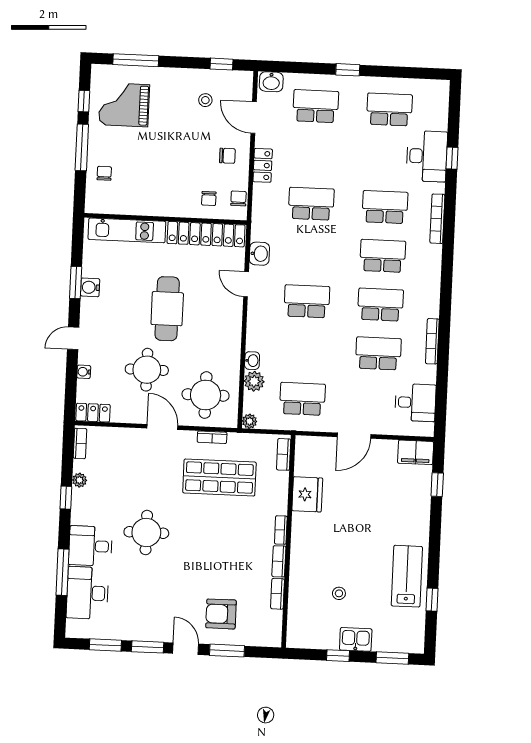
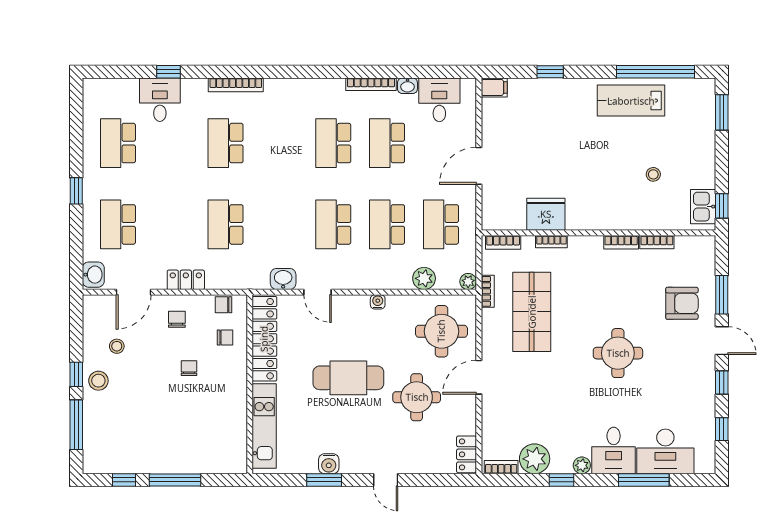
window: (221, 64) -> (76, 374), moved
stool: (175, 82) -> (98, 381), added
grand piano: (124, 105) -> (126, 435), removed
desk: (427, 156) -> (160, 100), width x0.73
chair: (104, 173) -> (189, 368), moved, turned 90
school desk: (383, 256) -> (387, 224), moved
door: (246, 284) -> (318, 292), hinge flipped
washbasin: (252, 361) -> (407, 86), moved, turned 180
water cooler: (84, 372) -> (378, 302), moved, turned 180
door: (354, 436) -> (479, 166), swing flipped
bookcase: (212, 437) -> (488, 291), moved
filing cabinet: (416, 452) -> (494, 87), width x0.50
plant: (80, 480) -> (535, 459), width x1.88, depth x1.88
window: (437, 485) -> (550, 72), moved
plant: (78, 517) -> (582, 465), added
bookcase: (281, 530) -> (551, 242), moved
round table: (146, 532) -> (618, 353), moved
window: (432, 600) -> (656, 72), width x3.17
armchair: (221, 614) -> (682, 303), turned -90
kitchen sink: (356, 639) -> (703, 207), moved
window: (105, 645) -> (722, 429), width x0.67
window: (148, 647) -> (722, 383), width x0.67
door: (186, 649) -> (722, 341), swing flipped
window: (338, 656) -> (722, 206), moved

